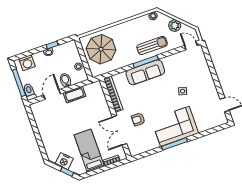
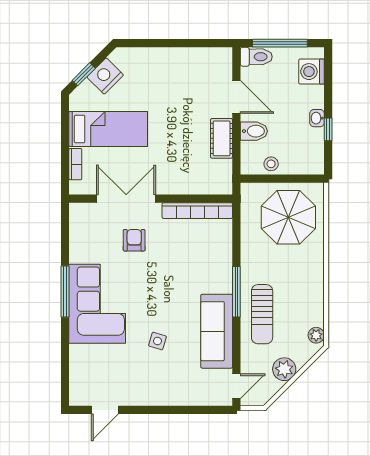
sofa: (145, 72) -> (217, 331), moved

